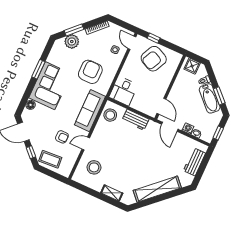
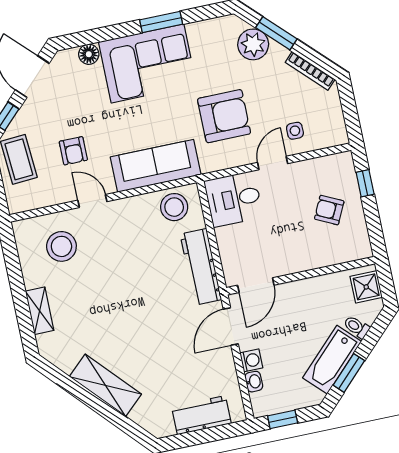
door: (132, 43) -> (273, 163), moved
armchair: (154, 59) -> (329, 210), width x0.53, depth x0.53
workbench: (135, 120) -> (201, 267), width x1.38
shelving: (157, 189) -> (105, 385), width x0.68

